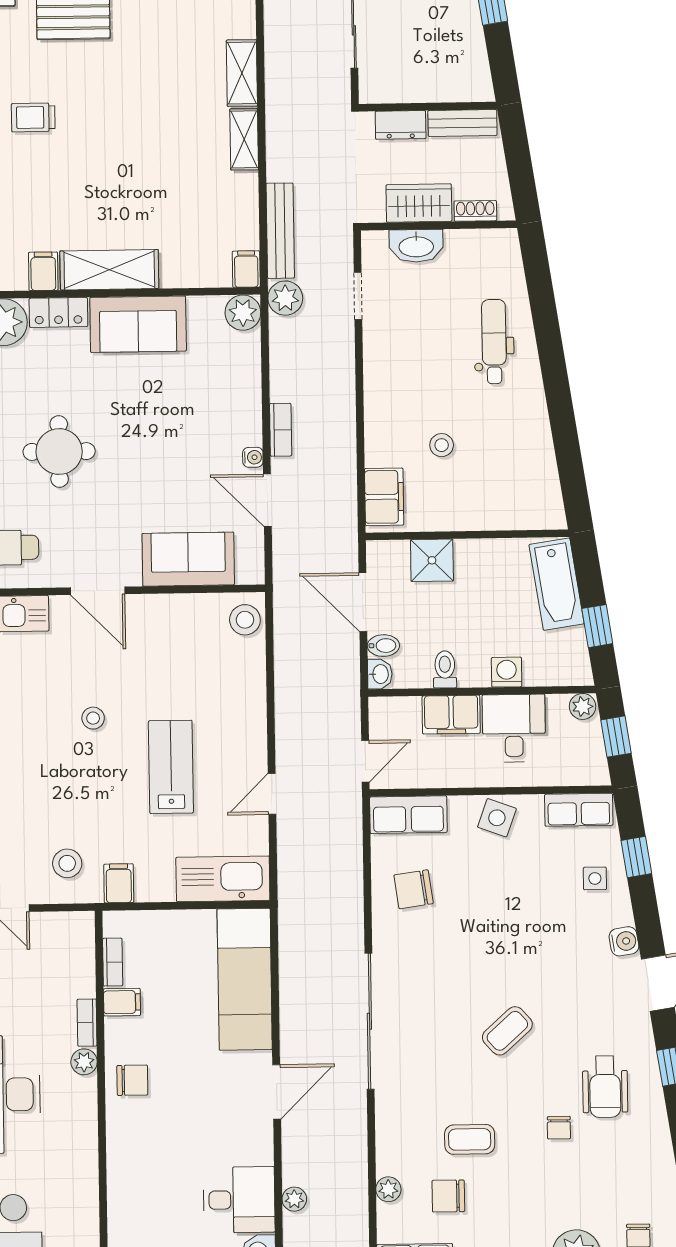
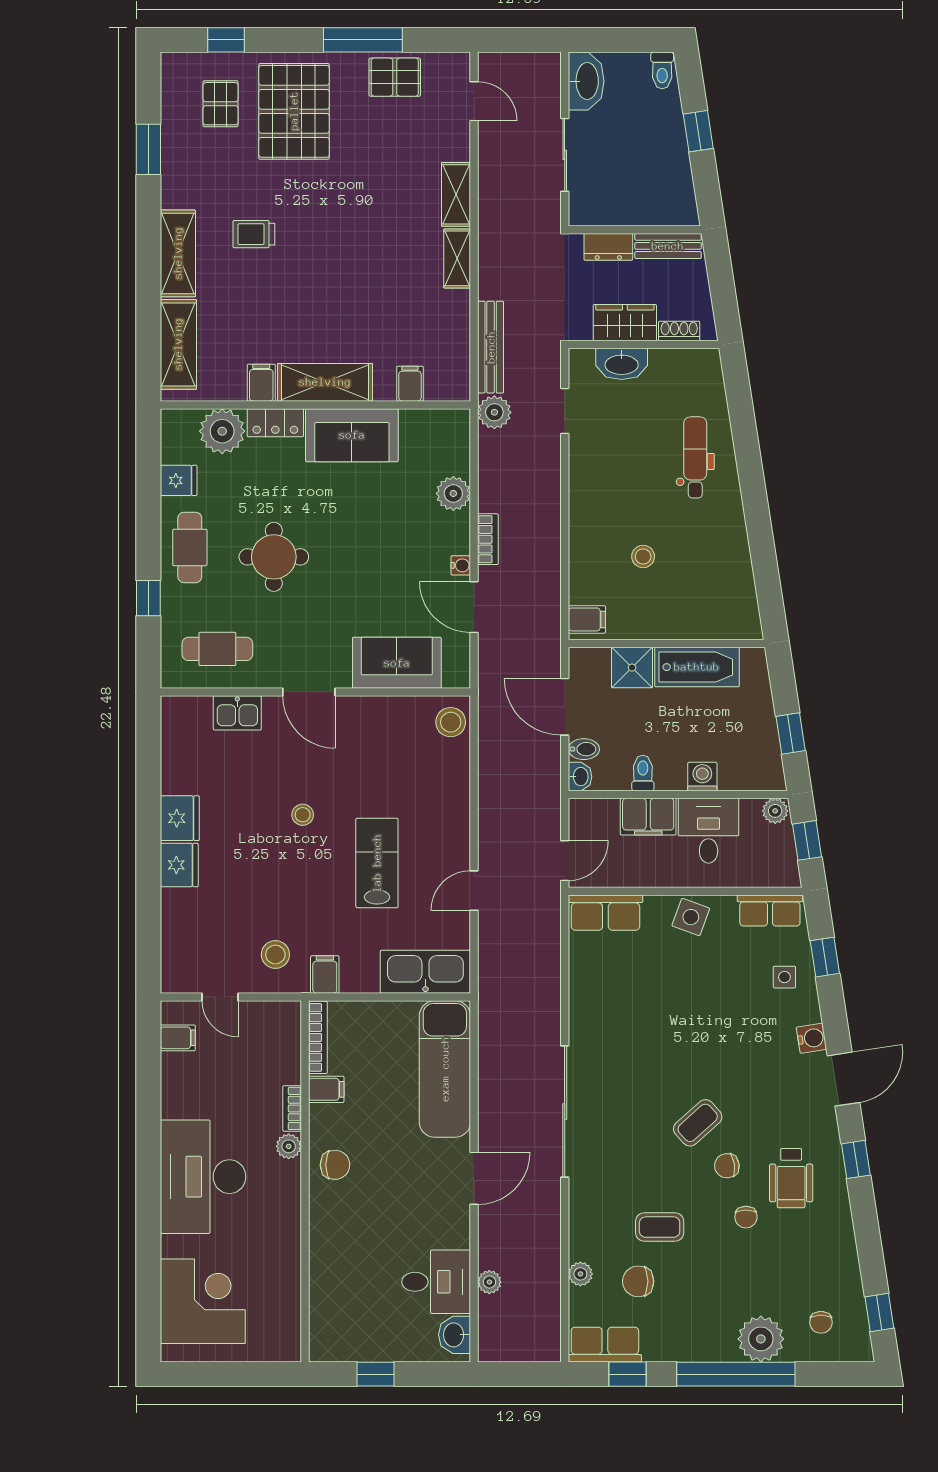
filing cabinet: (246, 269) -> (410, 384), moved
plant: (243, 313) -> (453, 493), moved
filing cabinet: (384, 497) -> (587, 619), width x0.50
bathtub: (557, 584) -> (697, 667), moved, turned -81
chair: (414, 889) -> (727, 1166), moved, width x0.73, depth x0.73
bookcase: (113, 962) -> (318, 1037), width x1.56

